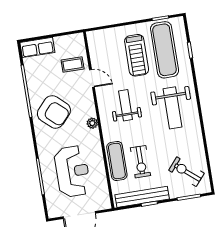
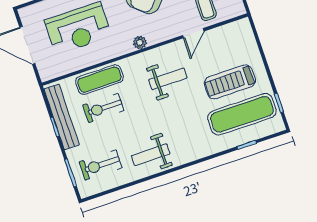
weight bench: (173, 108) -> (151, 155), moved, width x0.73, depth x0.75
exercise bike: (186, 172) -> (101, 165), turned -130

